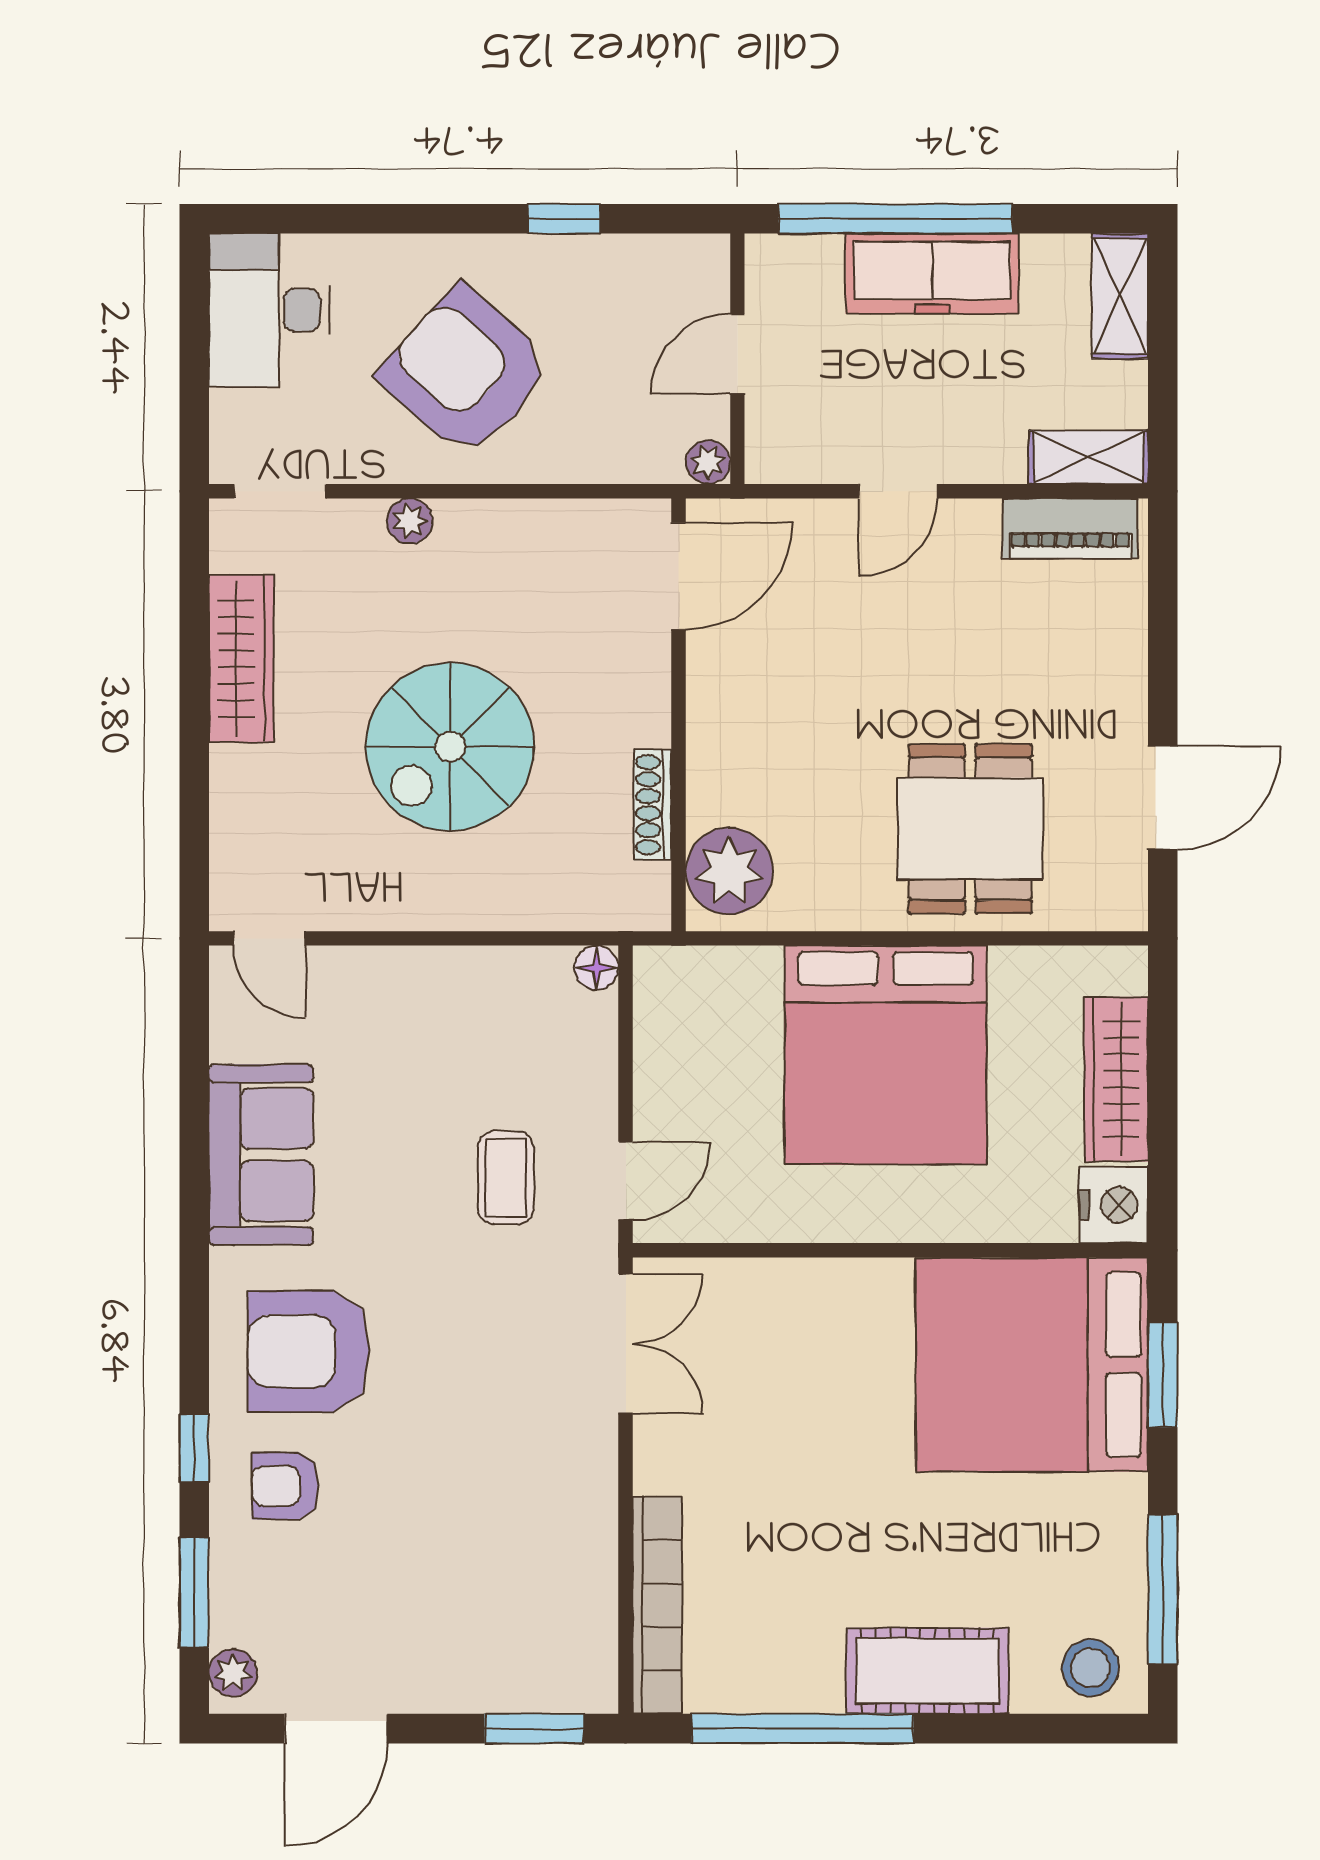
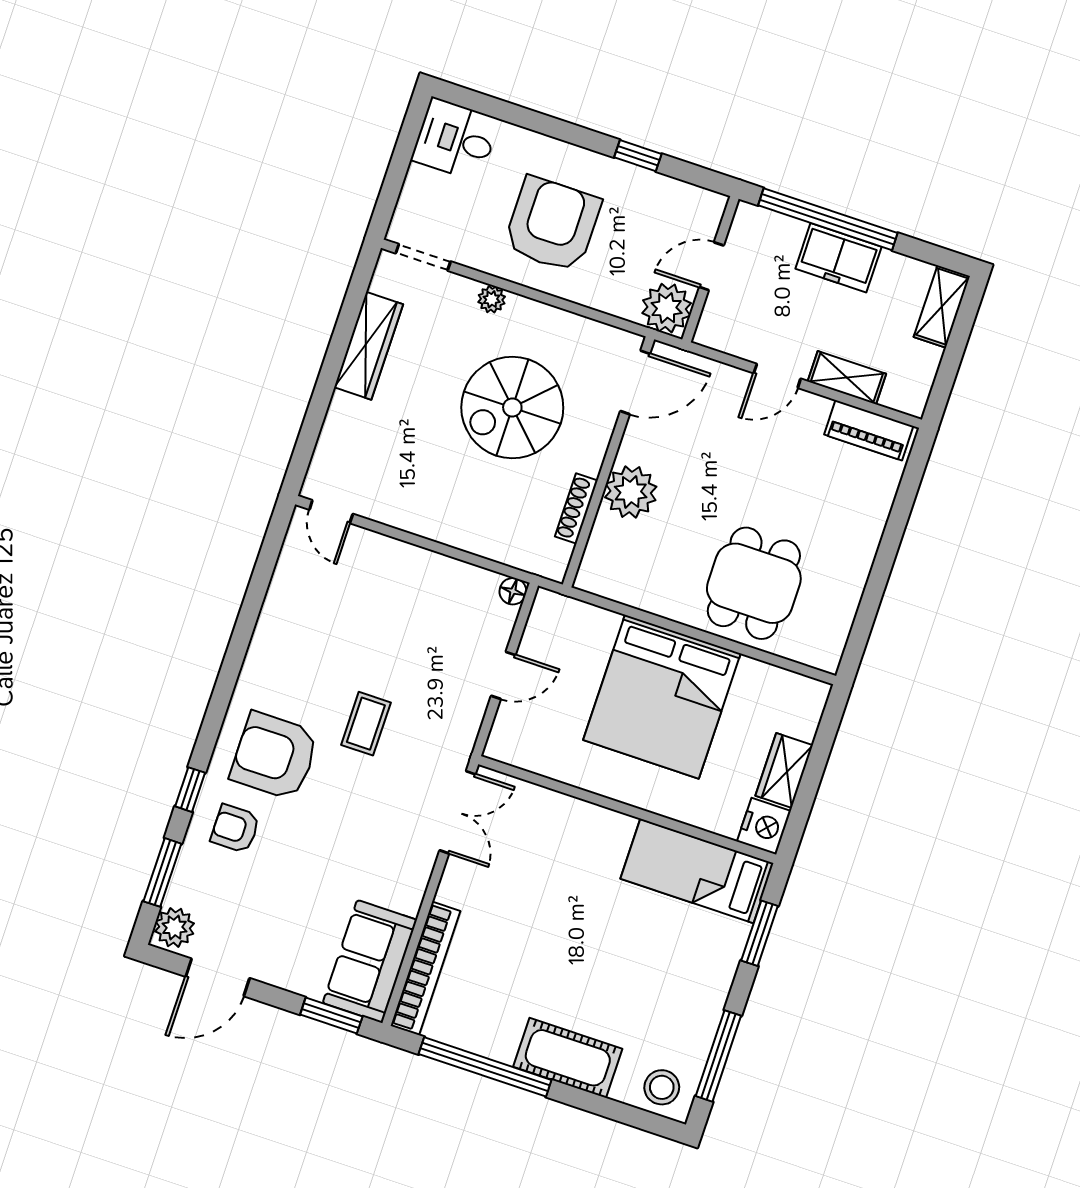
freezer: (932, 274) -> (838, 258), width x0.71
desk: (269, 310) -> (455, 140), width x0.73
armchair: (466, 372) -> (552, 224), turned 48
shelving: (1089, 457) -> (847, 378), moved
plant: (708, 462) -> (667, 308), width x1.87, depth x1.87
spiral stairs: (450, 747) -> (512, 407), moved
door: (1163, 798) -> (870, 602), removed
plant: (729, 871) -> (631, 492), moved
wardrobe: (1116, 1079) -> (784, 771), width x0.67
sofa: (261, 1155) -> (370, 961), moved, turned 180
coffee table: (506, 1178) -> (366, 724), moved
door: (626, 1181) -> (503, 675), moved
bed: (1032, 1365) -> (697, 871), width x0.49
plant: (233, 1673) -> (174, 927), width x1.38, depth x1.38

